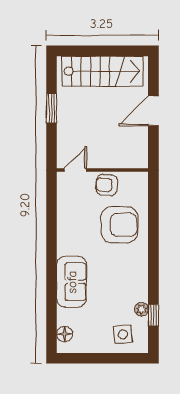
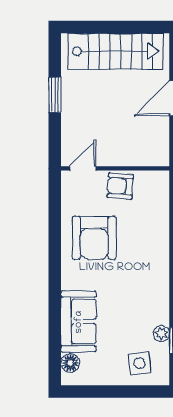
armchair: (119, 225) -> (94, 238), moved, turned 90
sofa: (72, 282) -> (79, 322), moved

